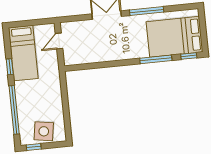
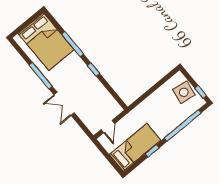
door: (59, 41) -> (108, 127), hinge flipped
window: (189, 56) -> (94, 69), moved

